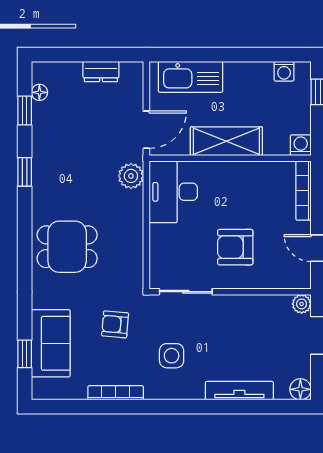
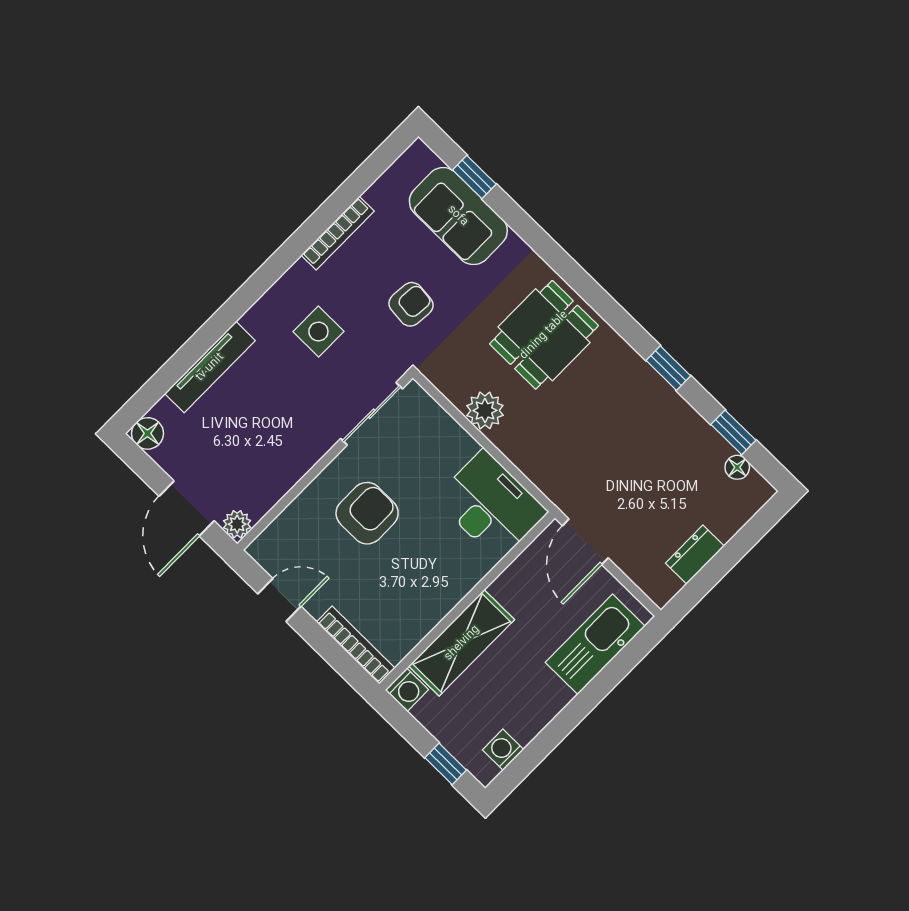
shelving: (226, 141) -> (462, 643), moved
plant: (131, 176) -> (485, 410), moved

